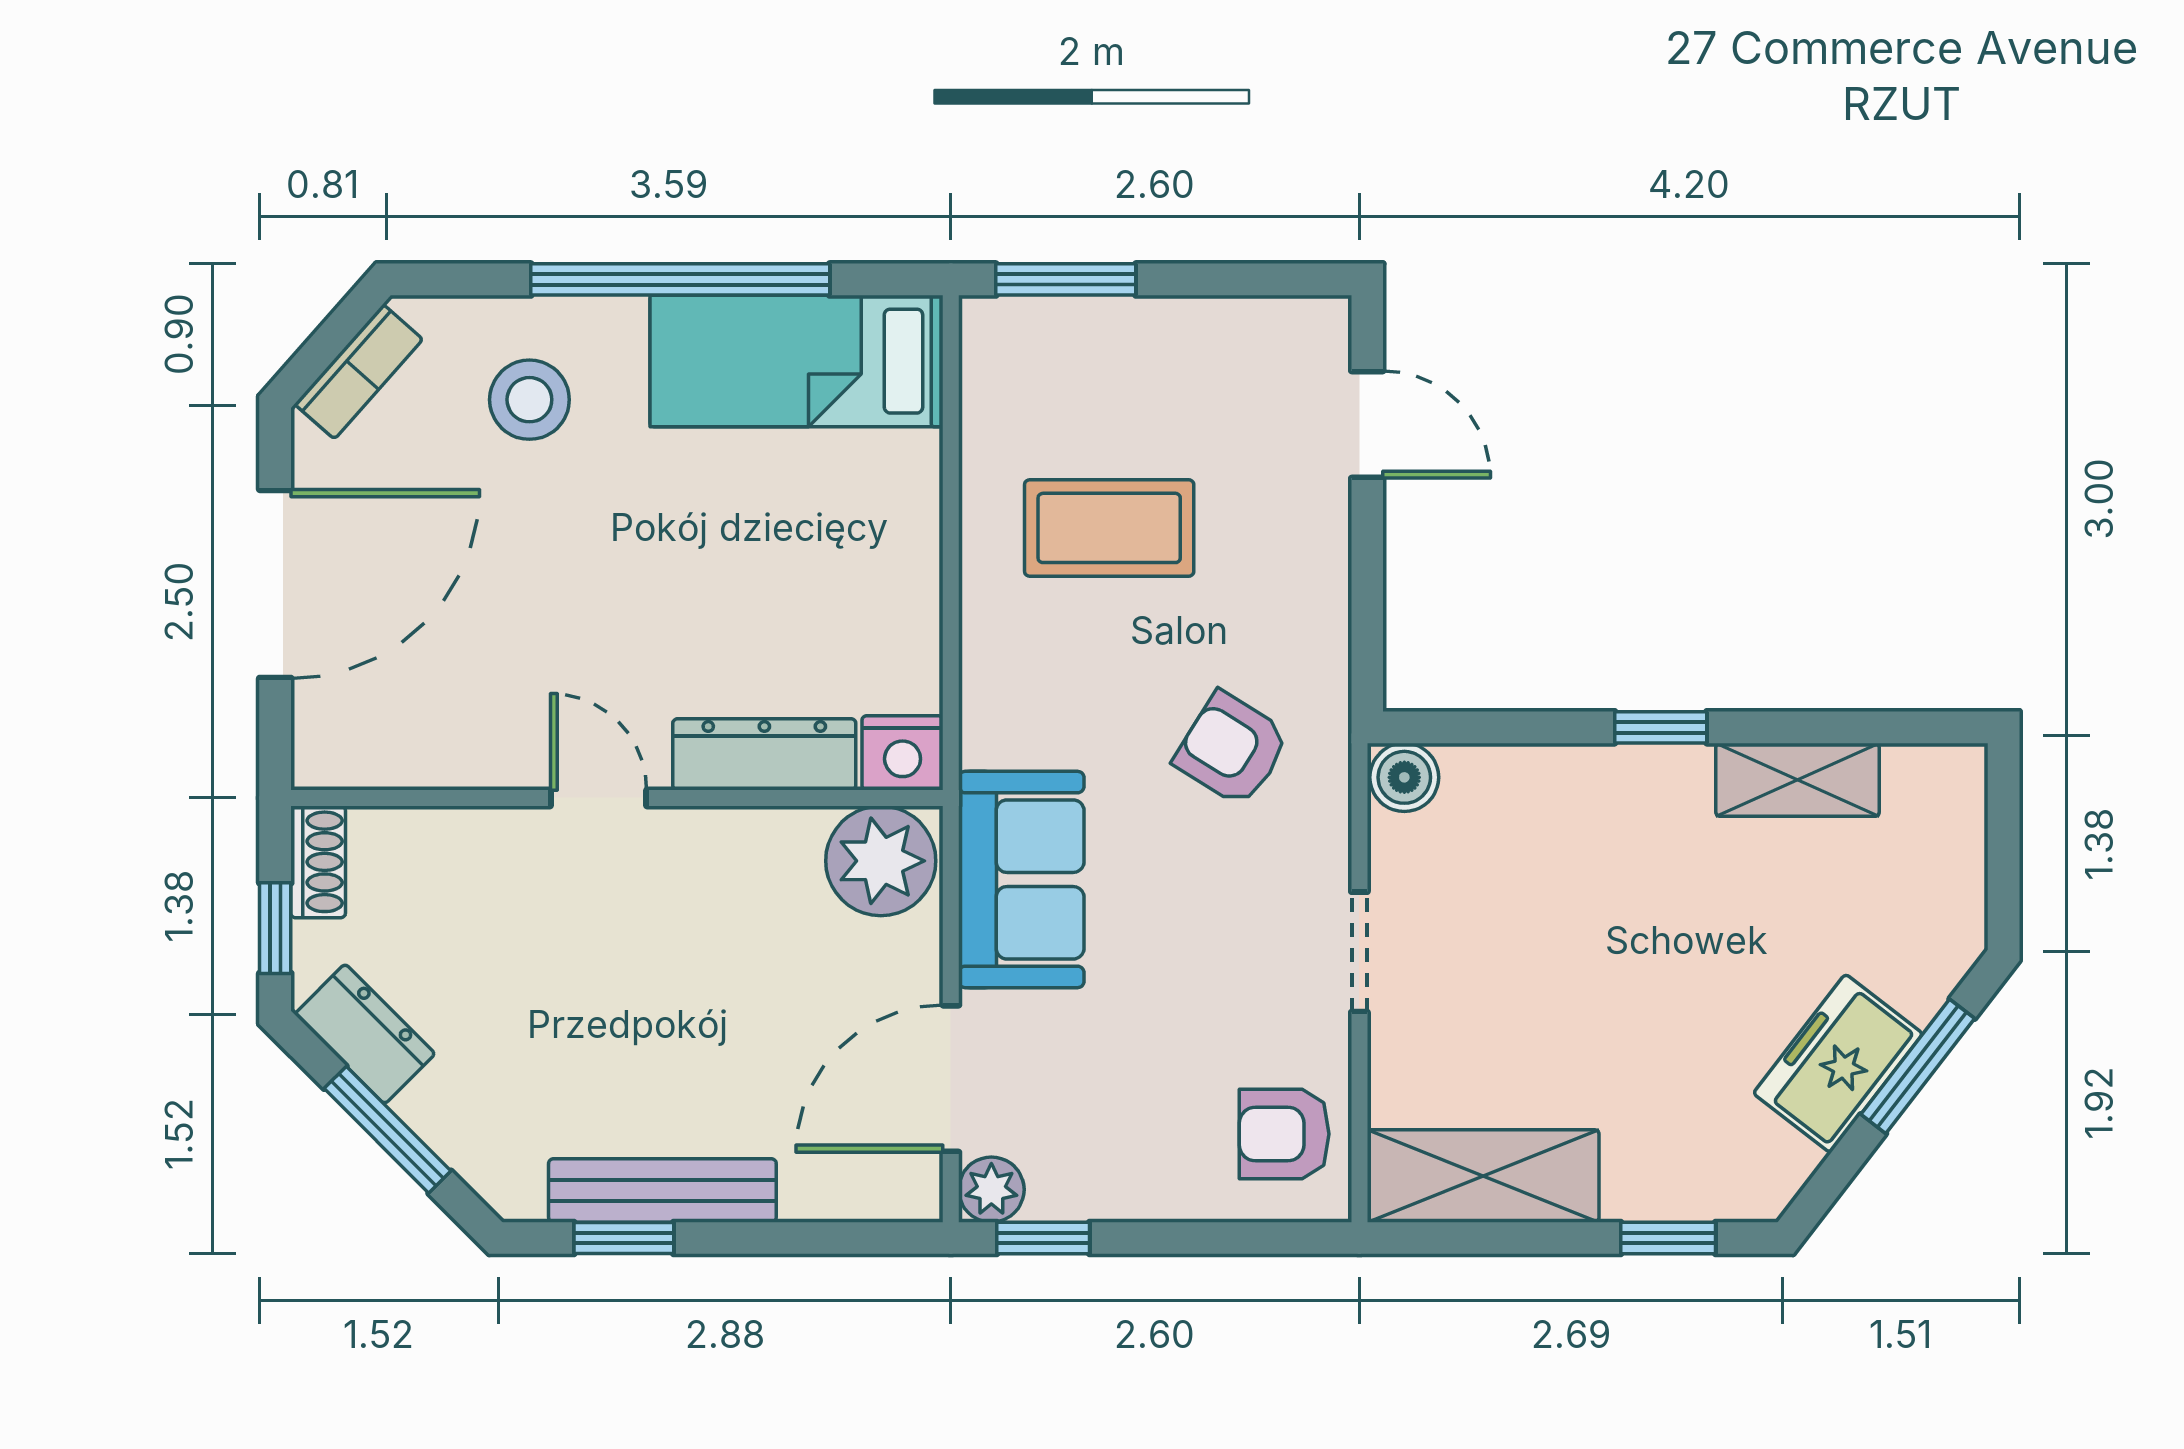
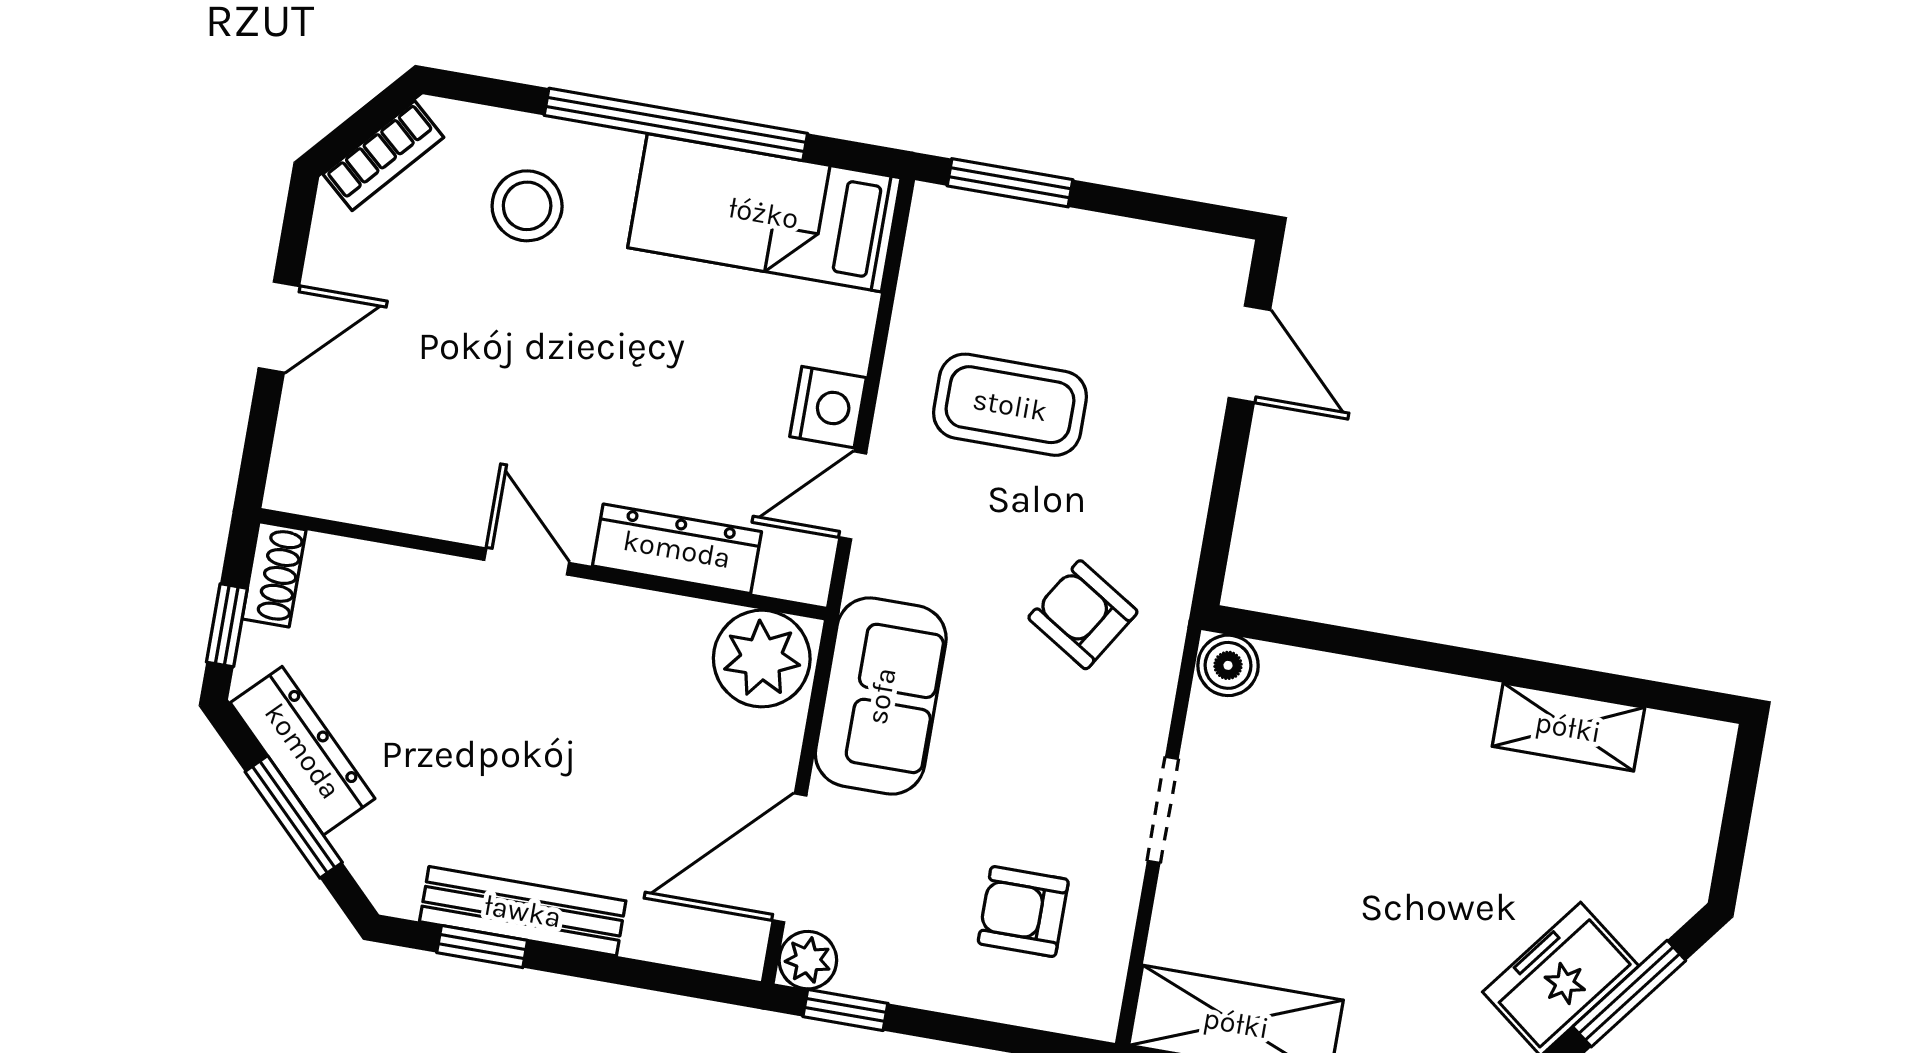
door: (275, 584) -> (279, 327), width x0.53
door: (951, 660) -> (853, 495), added
window: (1661, 727) -> (1458, 661), removed
nightstand: (903, 753) -> (828, 407), moved, turned -90
dresser: (365, 1034) -> (303, 751), width x1.44
armchair: (1284, 1134) -> (1023, 912), moved

